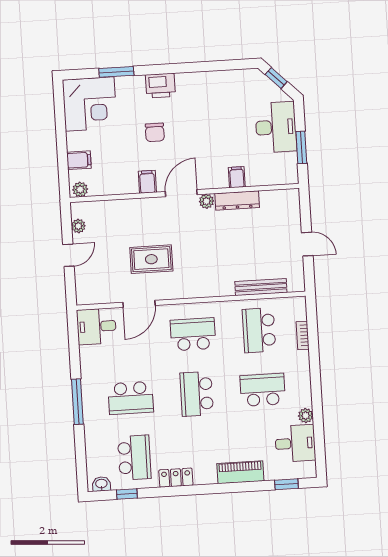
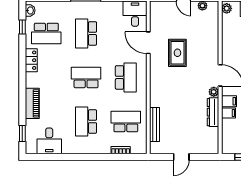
filing cabinet: (147, 182) -> (229, 101), moved
school desk: (263, 390) -> (86, 121), turned 180
plant: (306, 416) -> (67, 149), removed

